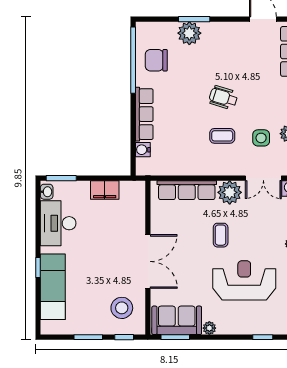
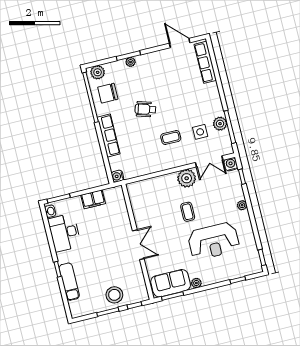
plant: (150, 31) -> (98, 72), added
plant: (189, 33) -> (131, 62), width x0.53, depth x0.53
wheelchair: (223, 98) -> (145, 109), moved
water cooler: (143, 150) -> (118, 176), moved
row of seats: (187, 190) -> (154, 184), removed
double door: (148, 261) -> (138, 245), width x0.73
reception desk: (244, 280) -> (214, 241), turned 180
exam couch: (53, 287) -> (69, 282), width x0.73, depth x0.69
stool: (122, 308) -> (114, 295), moved

